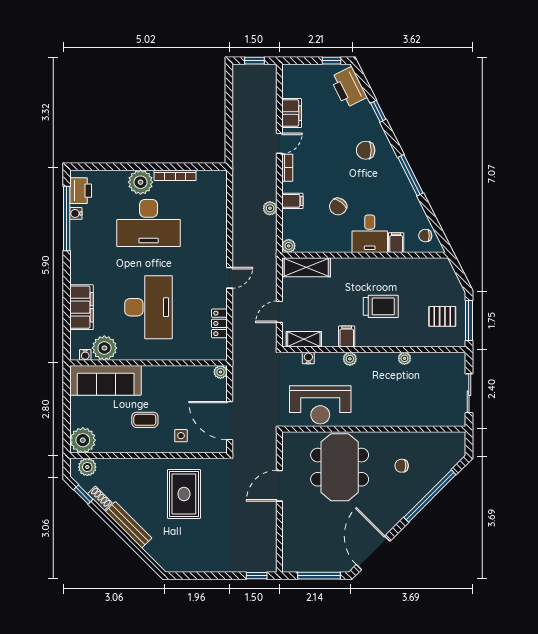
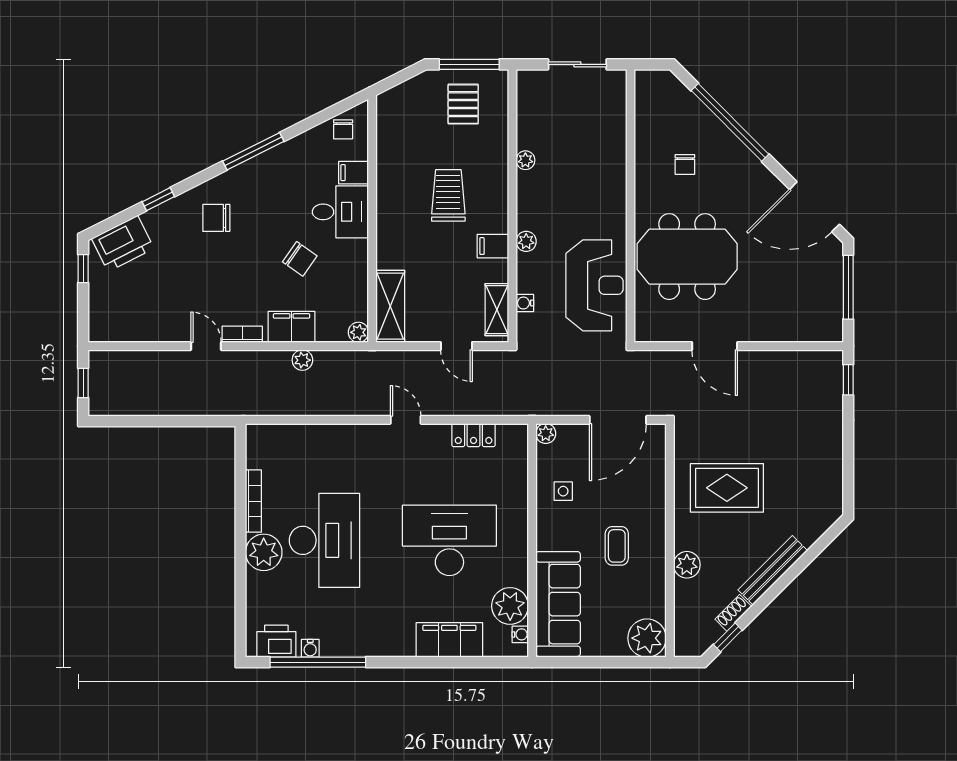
filing cabinet: (292, 113) -> (161, 328), removed
chair: (366, 150) -> (216, 218), turned 90
filing cabinet: (292, 201) -> (292, 327), width x2.00
side table: (181, 436) -> (563, 491), moved
plant: (87, 467) -> (687, 565), moved

